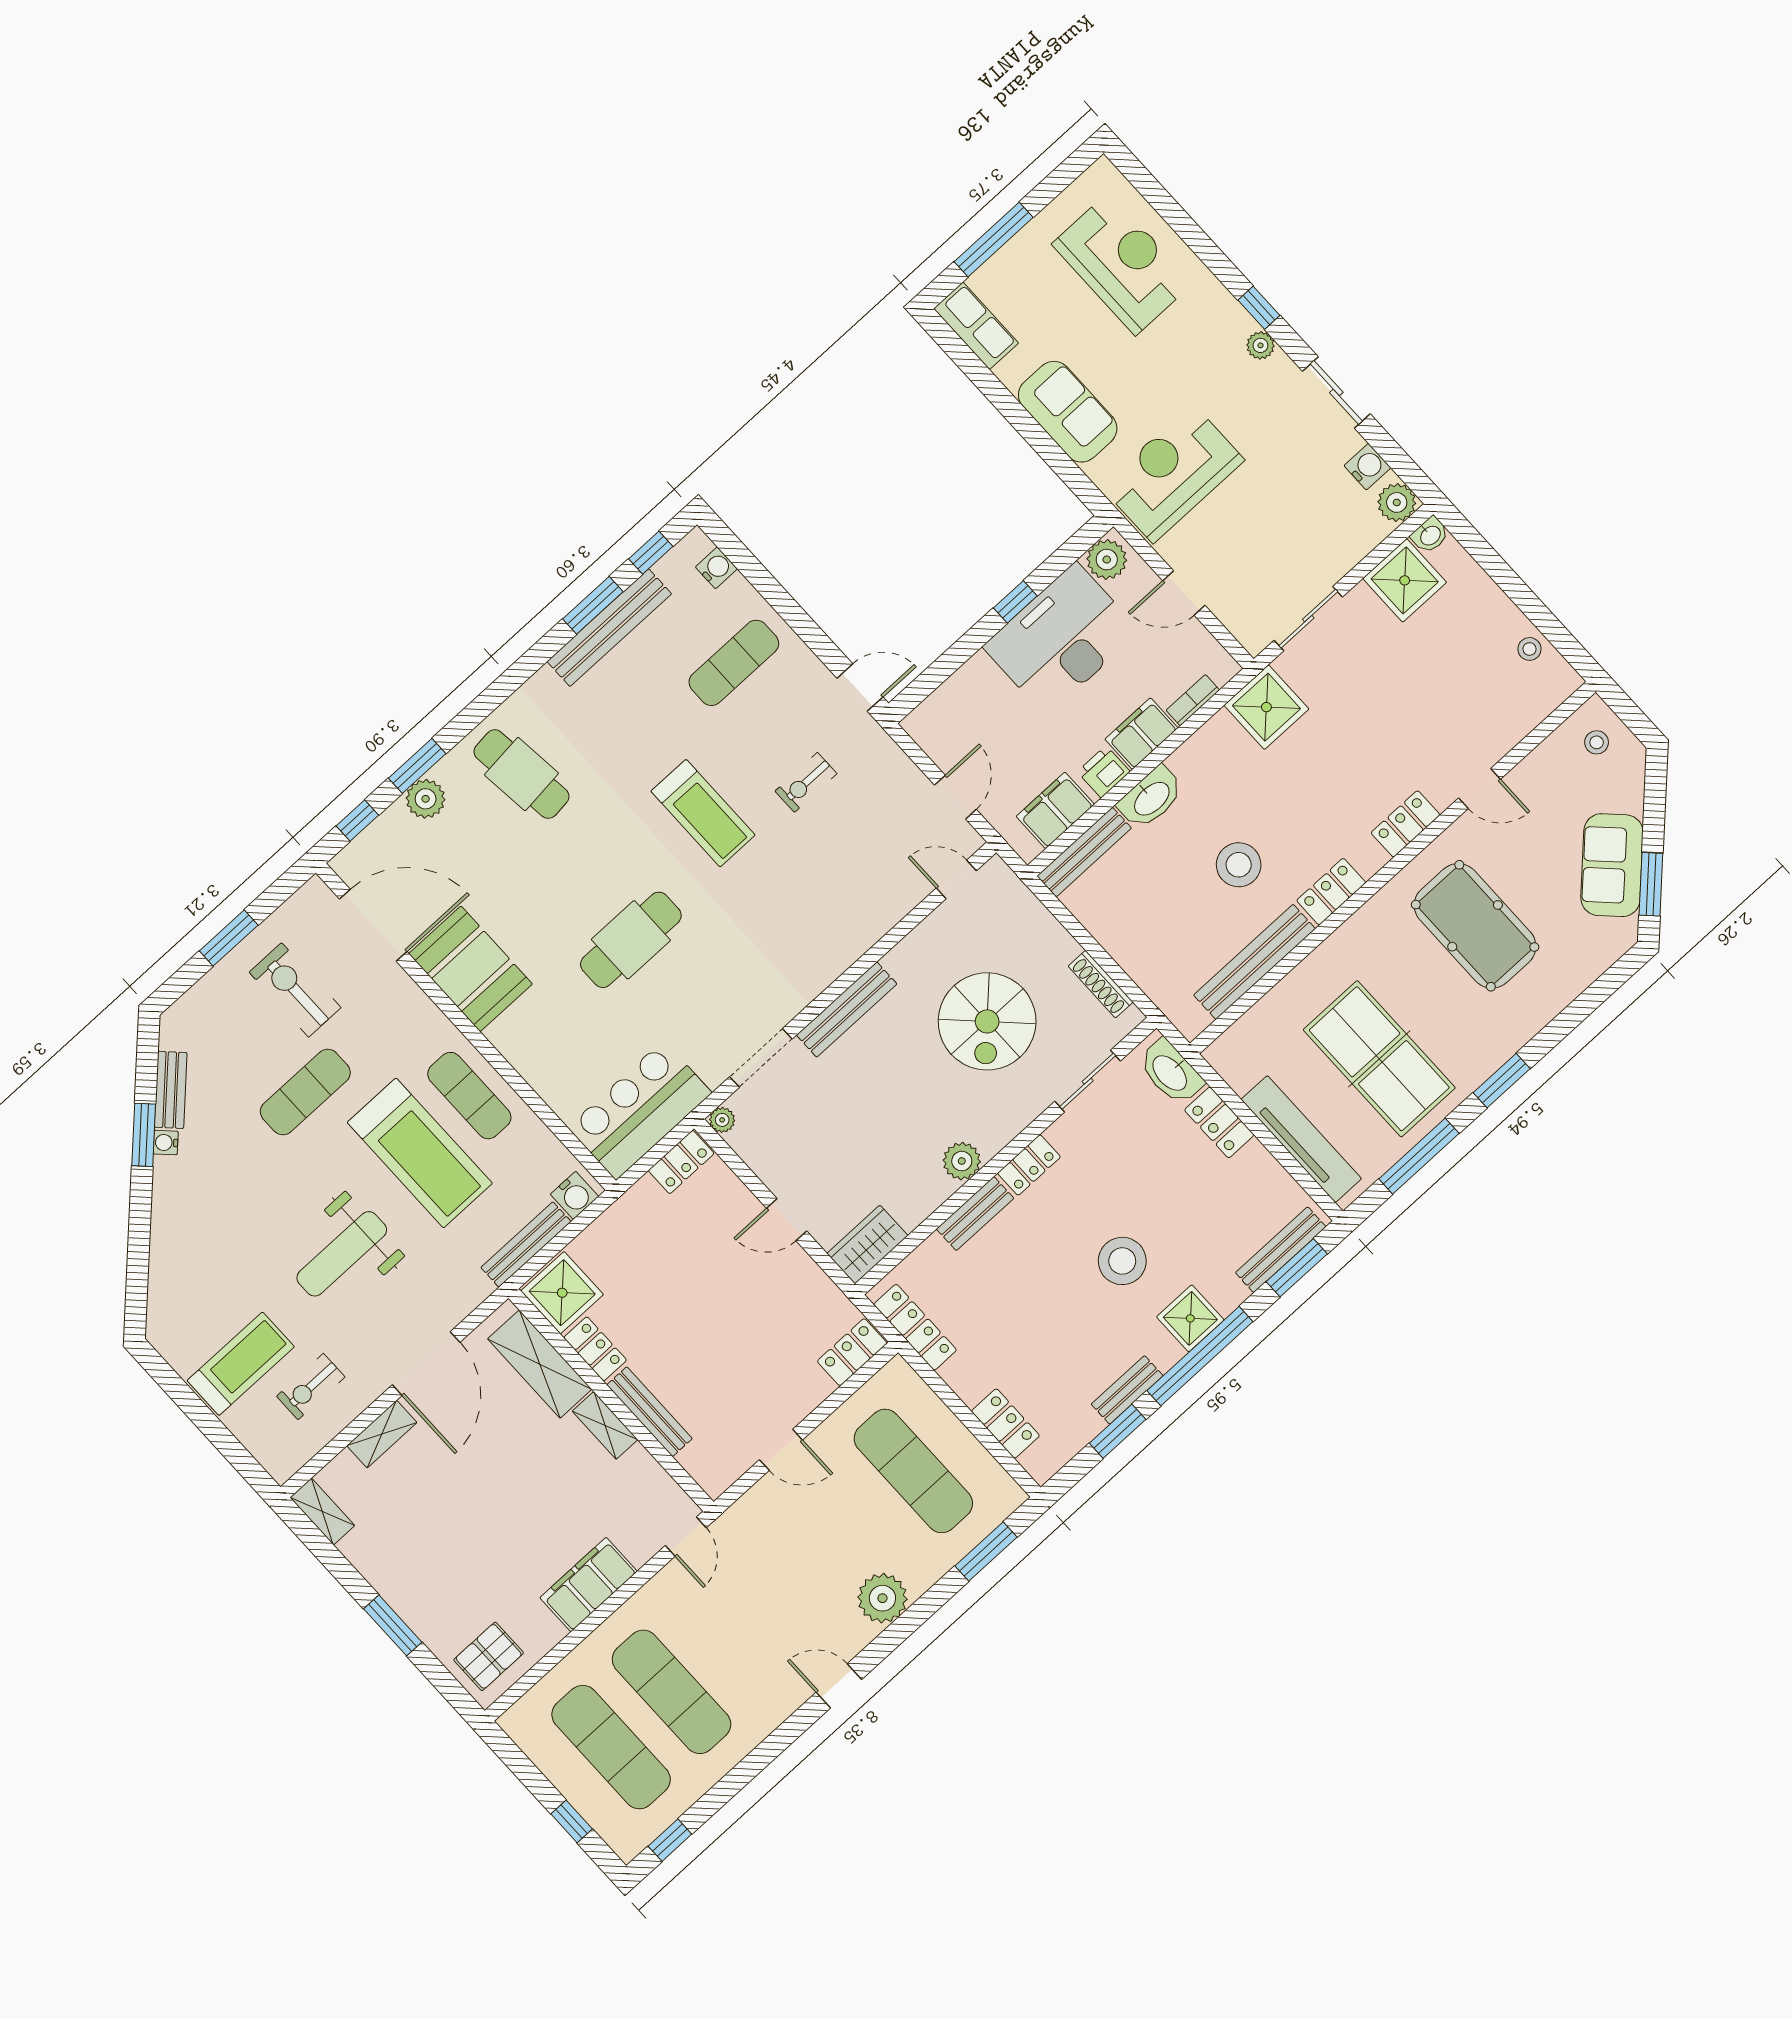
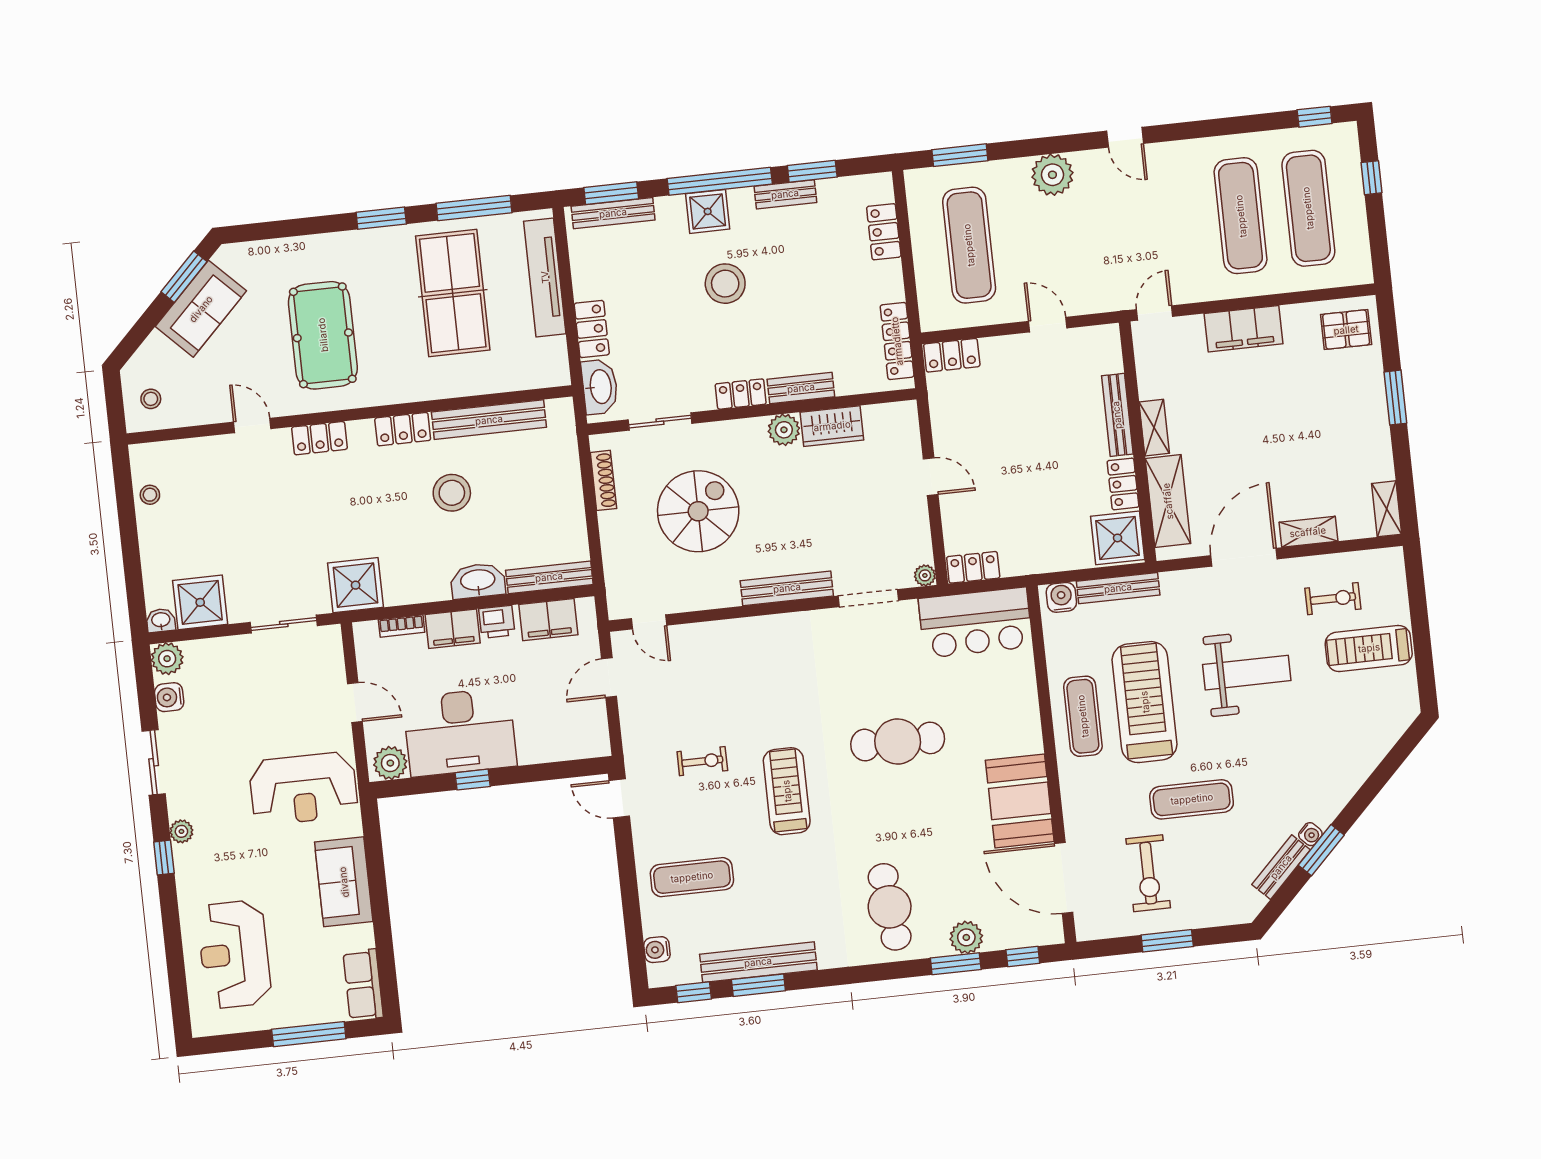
wardrobe: (867, 1245) -> (832, 426), moved

